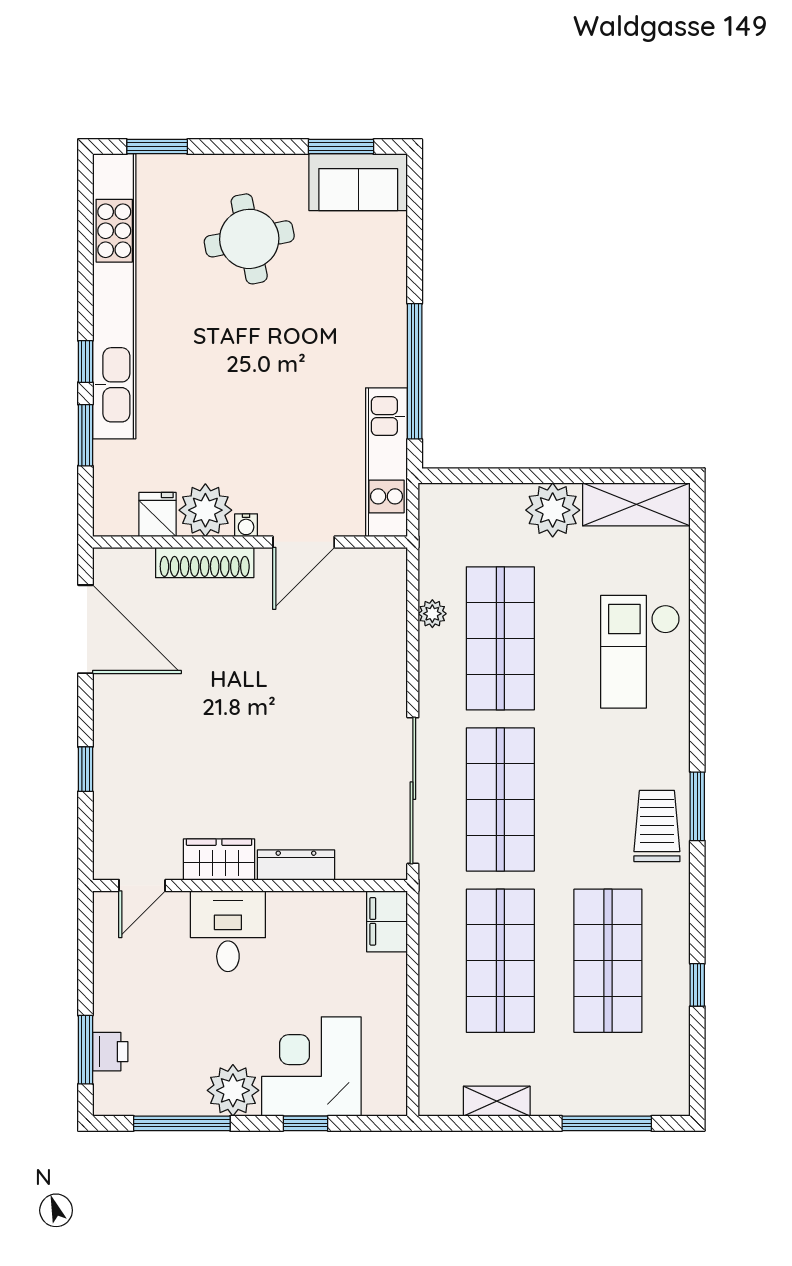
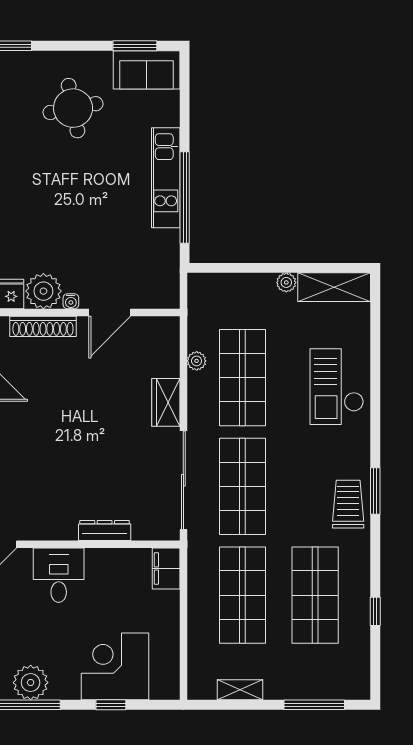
kitchen unit: (387, 462) -> (166, 178), moved
plant: (553, 510) -> (286, 282), width x0.53, depth x0.53
wardrobe: (219, 859) -> (166, 402), moved, turned -90
plant: (233, 1090) -> (31, 683), moved

